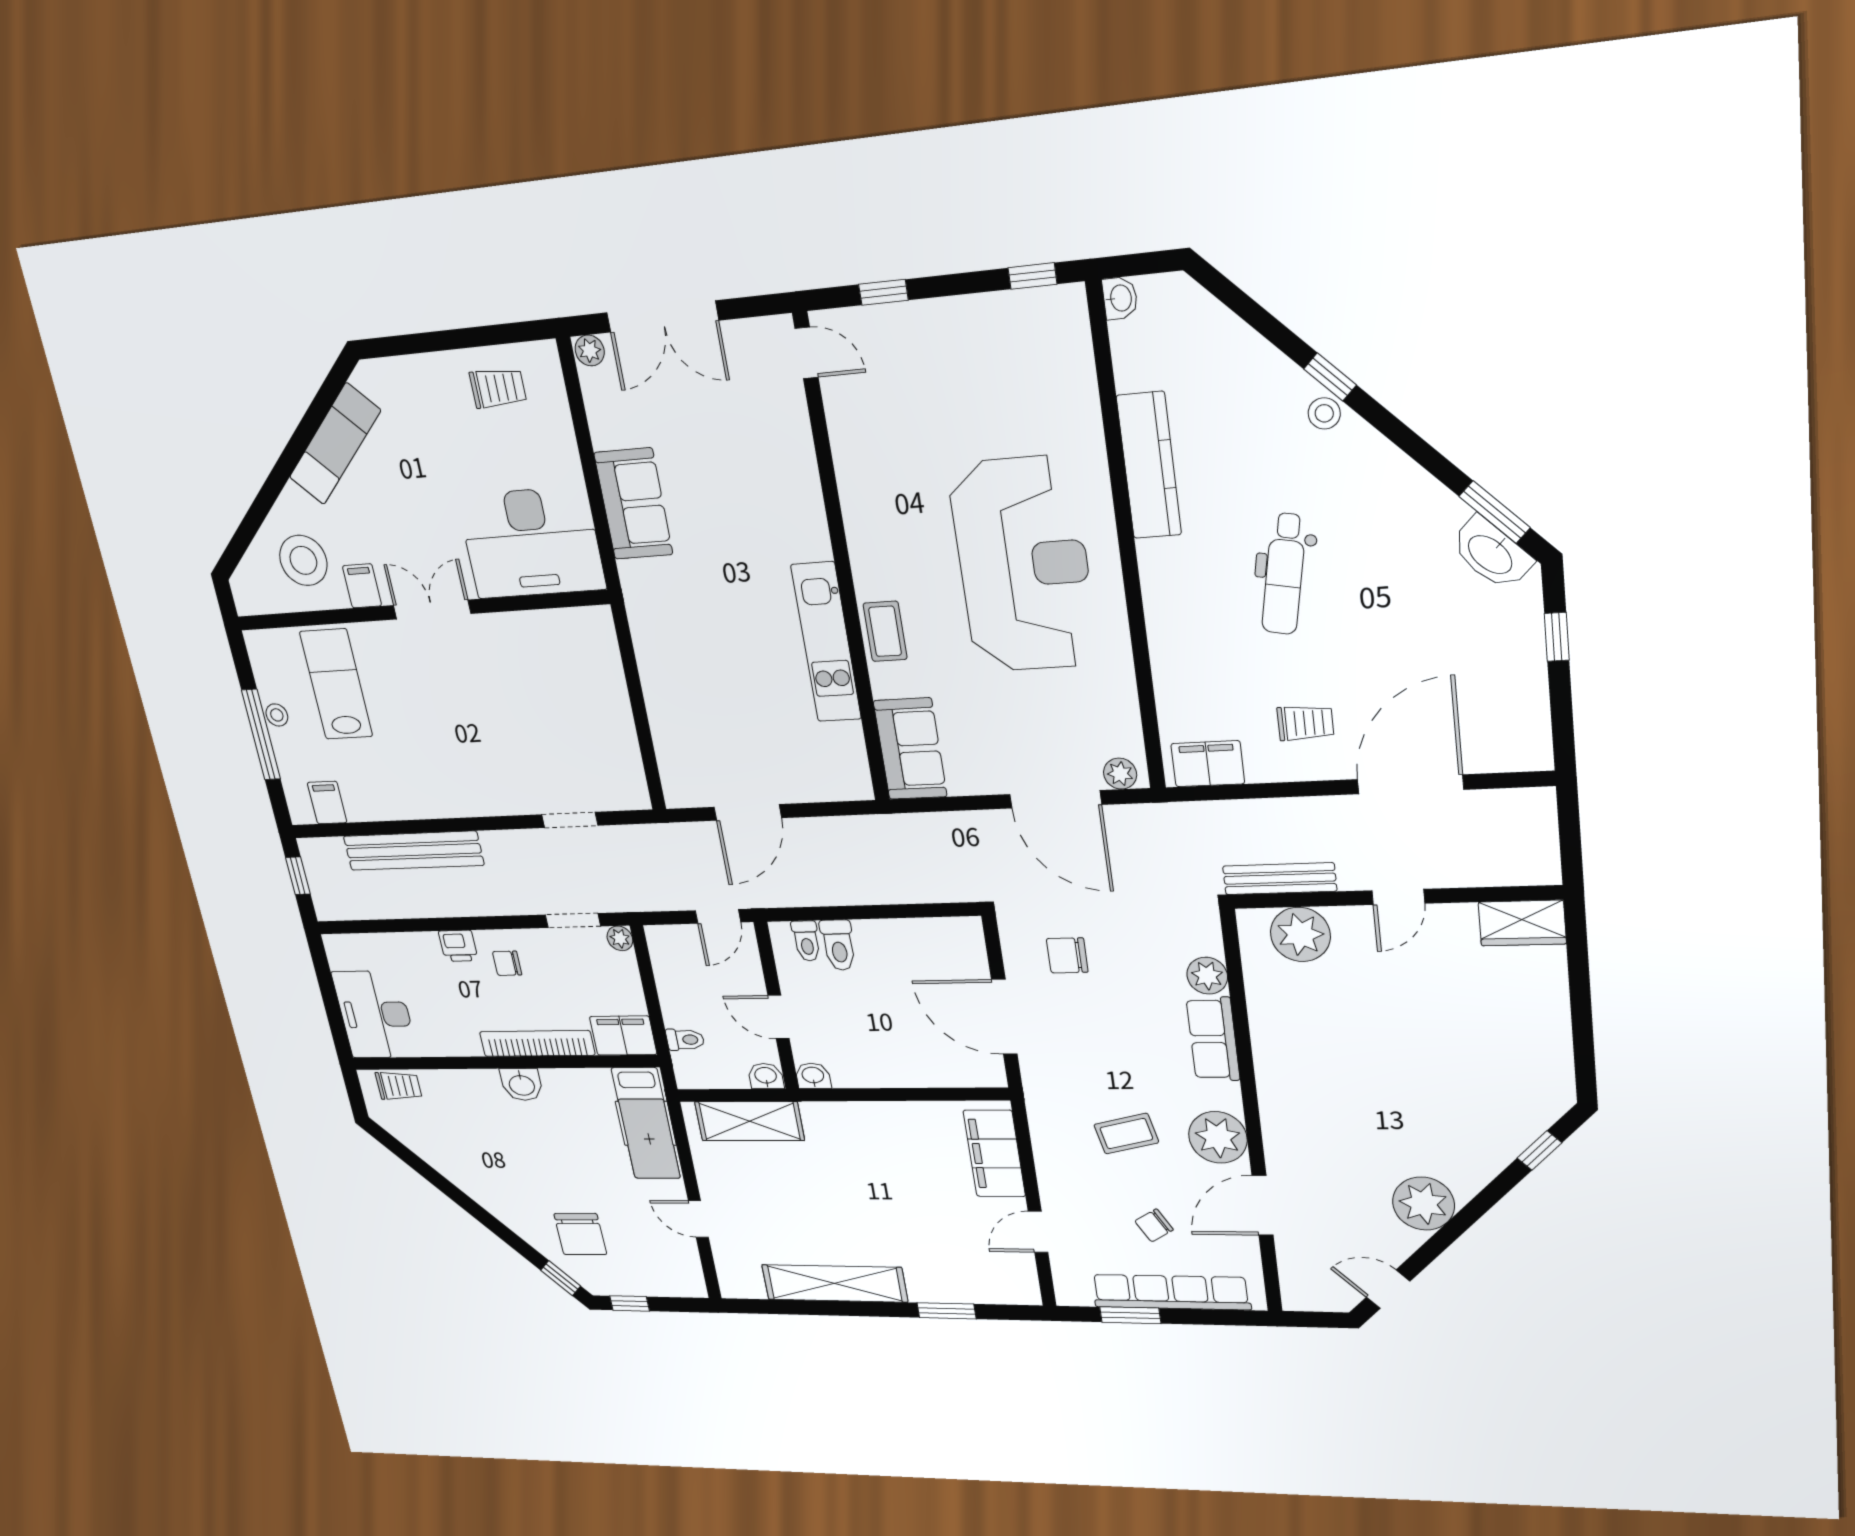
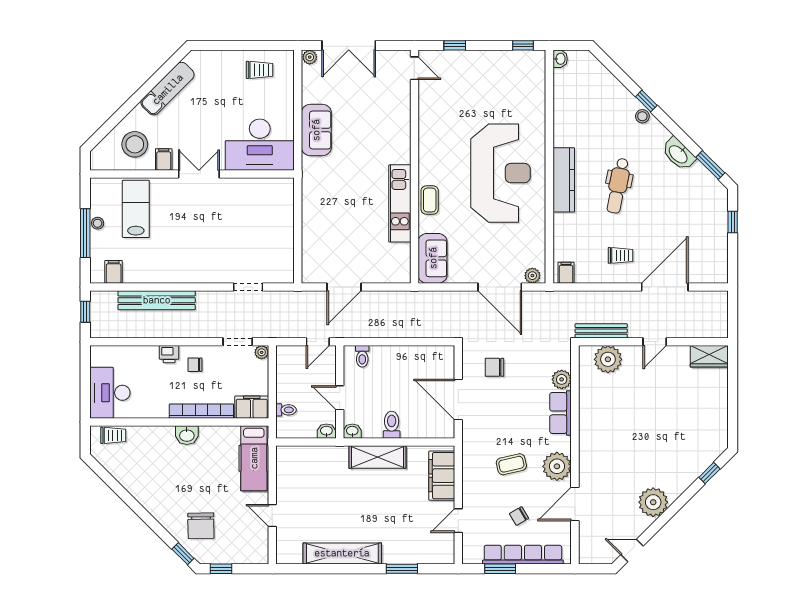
kitchen counter: (1149, 465) -> (564, 180), moved
washbasin: (1491, 554) -> (678, 154), moved
filing cabinet: (1208, 764) -> (566, 273), width x0.50
toilet: (838, 945) -> (392, 425), moved, turned 180
shelving: (749, 1121) -> (377, 457), moved

